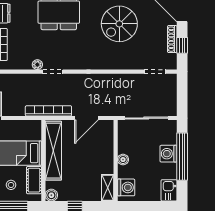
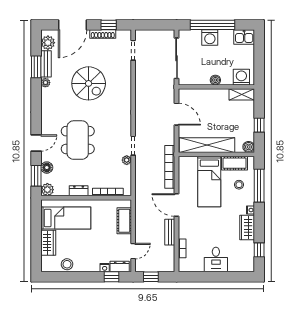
bookcase: (48, 111) -> (170, 167), moved

